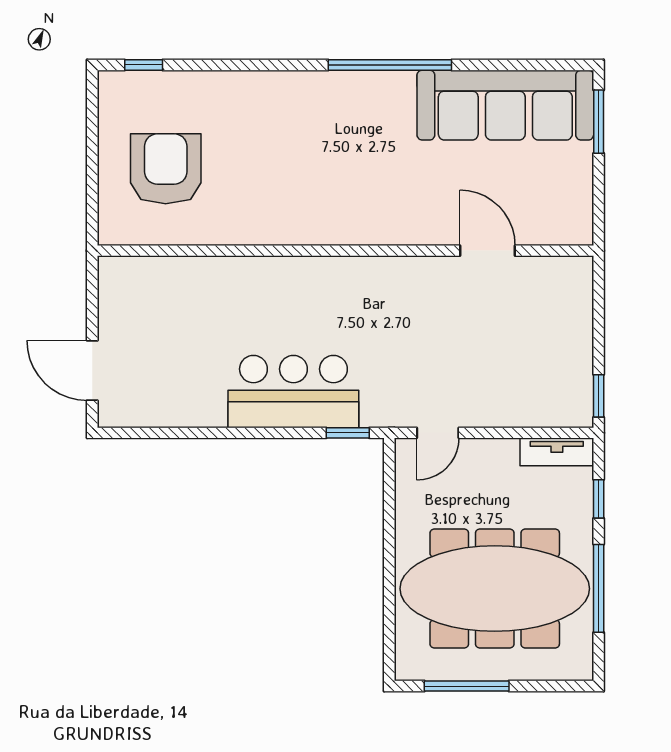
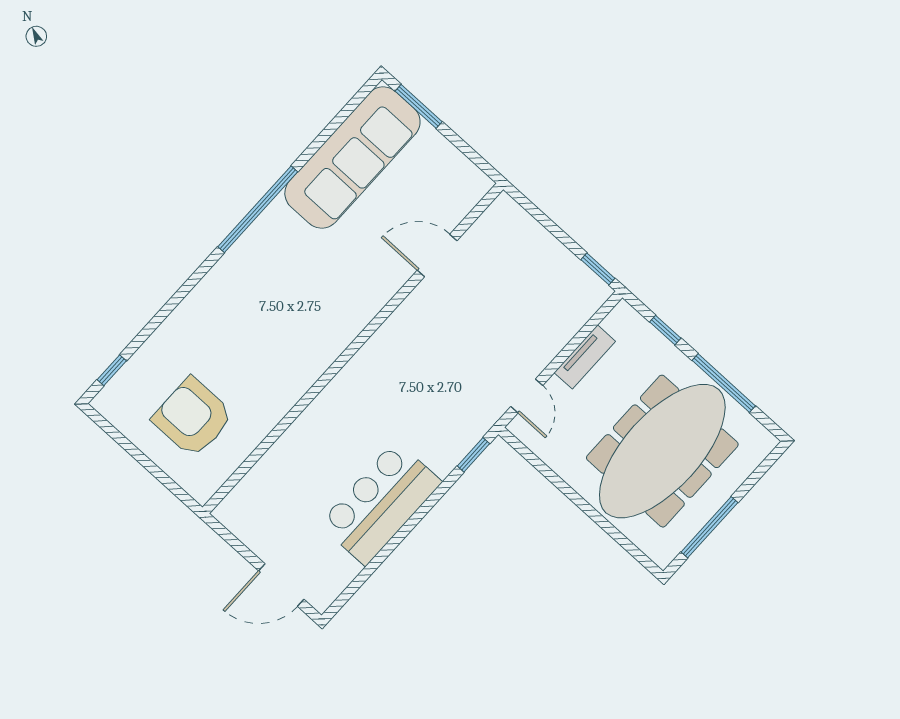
bar counter: (293, 392) -> (381, 503), moved
tv unit: (557, 452) -> (585, 357), moved

